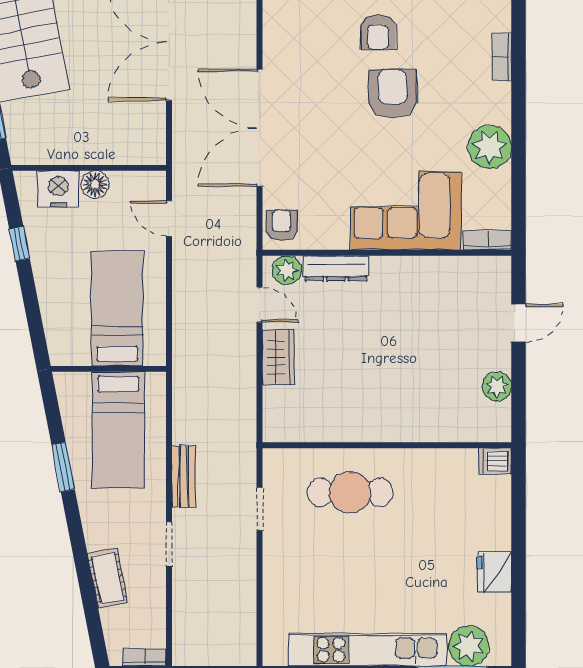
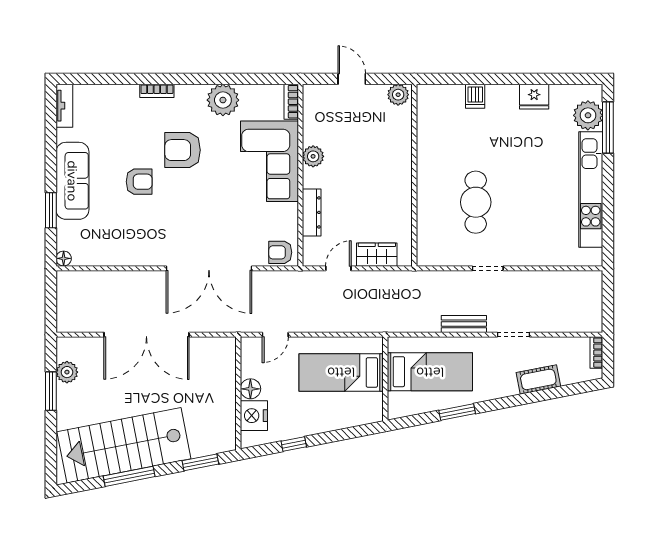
armchair: (392, 93) -> (183, 150), moved
plant: (287, 270) -> (313, 156), moved
wall: (387, 445) -> (414, 175), moved
dishwasher: (495, 461) -> (475, 96), moved

